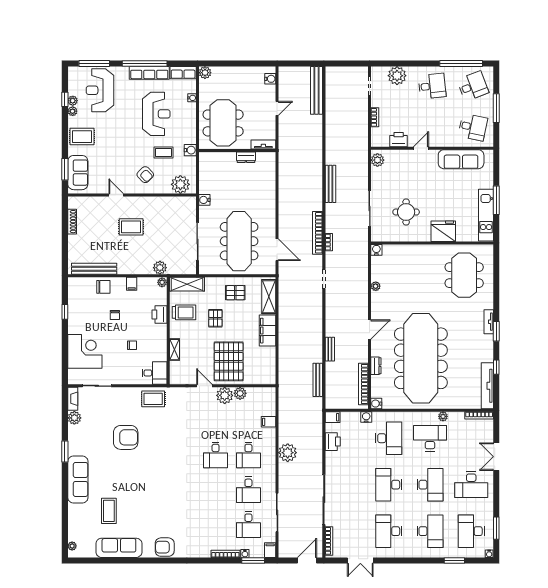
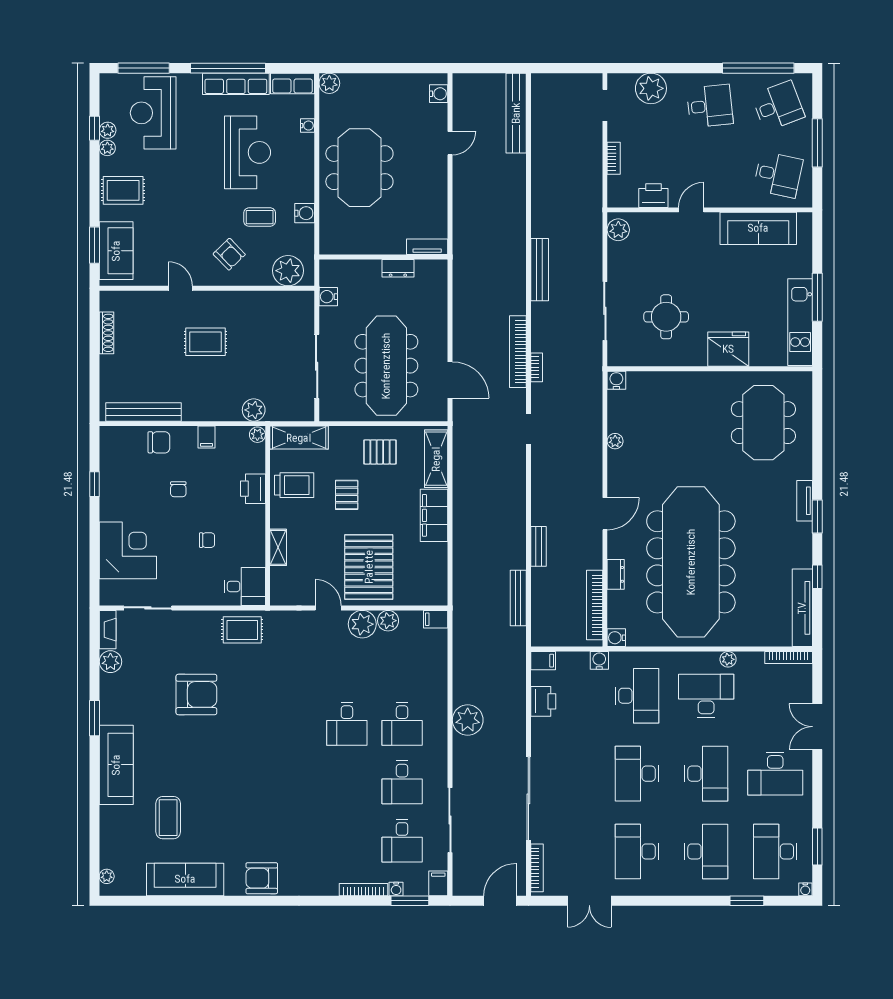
tv unit: (263, 144) -> (427, 247), moved
wall: (237, 151) -> (383, 257), moved
dresser: (246, 157) -> (398, 268), moved
filing cabinet: (269, 422) -> (436, 619), moved

